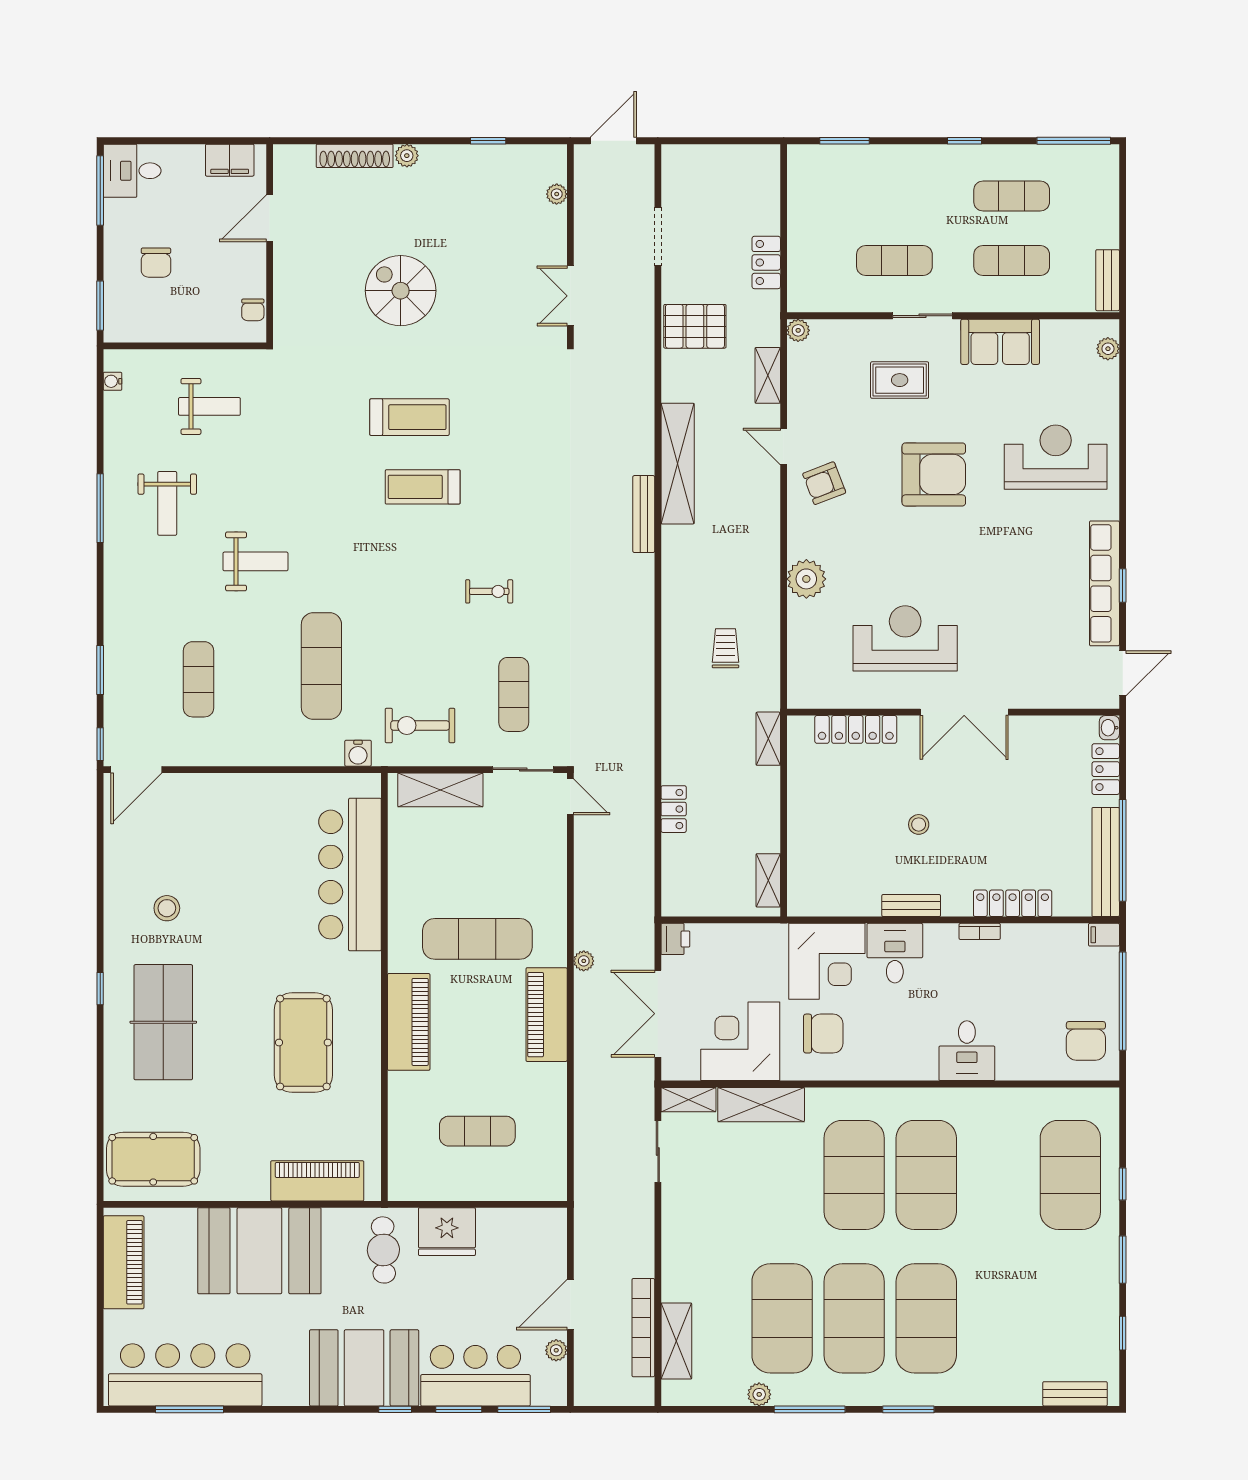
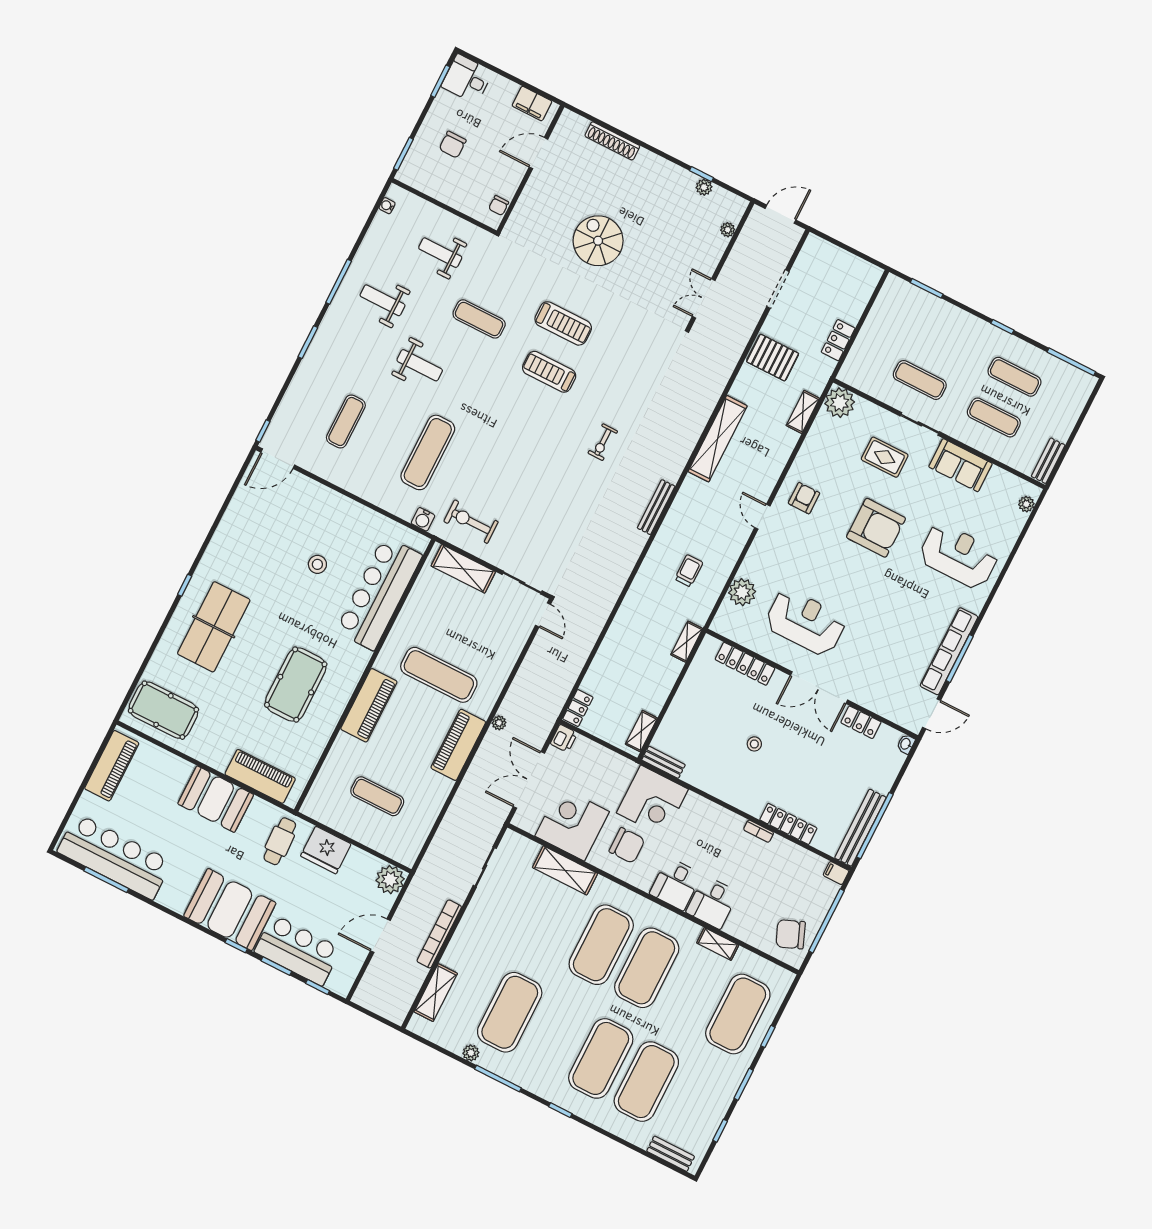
plant: (407, 156) -> (704, 187), moved
window: (100, 191) -> (440, 81), width x0.69
plant: (798, 330) -> (840, 403), width x1.87, depth x1.87
weight bench: (209, 406) -> (440, 253), turned 180
door: (784, 446) -> (762, 517), moved
armchair: (824, 483) -> (804, 498), turned 111
weight bench: (167, 503) -> (383, 300), turned 90
bench: (644, 514) -> (656, 507), moved
plant: (806, 579) -> (742, 592), moved
window: (1123, 586) -> (960, 658), width x2.17
exercise bike: (489, 591) -> (603, 442), moved, turned 90
window: (100, 670) -> (308, 342), moved
exercise mat: (514, 694) -> (479, 319), moved, turned 90
locker: (1106, 769) -> (861, 722), moved, turned -90
locker: (674, 809) -> (578, 708), moved
bench: (911, 906) -> (663, 762), moved
stool: (167, 908) -> (317, 564), moved
desk: (895, 953) -> (676, 884), moved, turned 180
chair: (1086, 1041) -> (791, 934), turned 68
shelving: (688, 1100) -> (718, 944), moved
booth: (259, 1251) -> (216, 799), width x0.73, depth x0.70
exercise mat: (854, 1318) -> (646, 1082), moved
bookcase: (643, 1328) -> (439, 934), moved
plant: (556, 1350) -> (390, 880), moved, width x1.87, depth x1.87
window: (524, 1409) -> (318, 987), width x0.67
window: (908, 1409) -> (560, 1110), width x0.67

